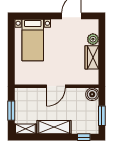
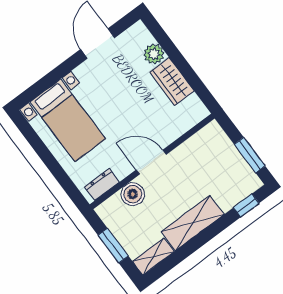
dresser: (27, 80) -> (102, 184), added
door: (56, 86) -> (151, 162), swing flipped
boiler: (92, 94) -> (133, 194), moved

